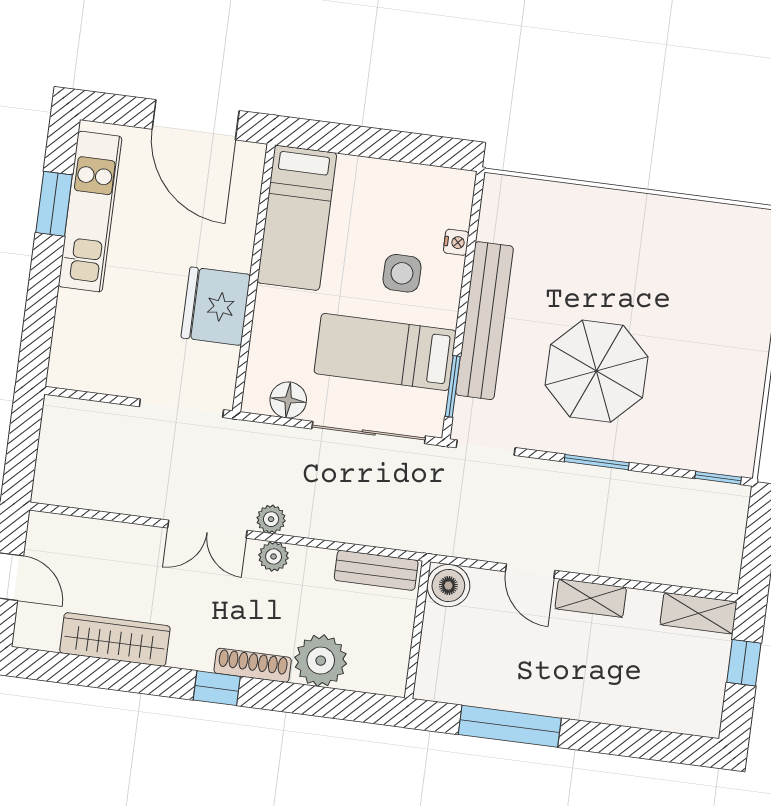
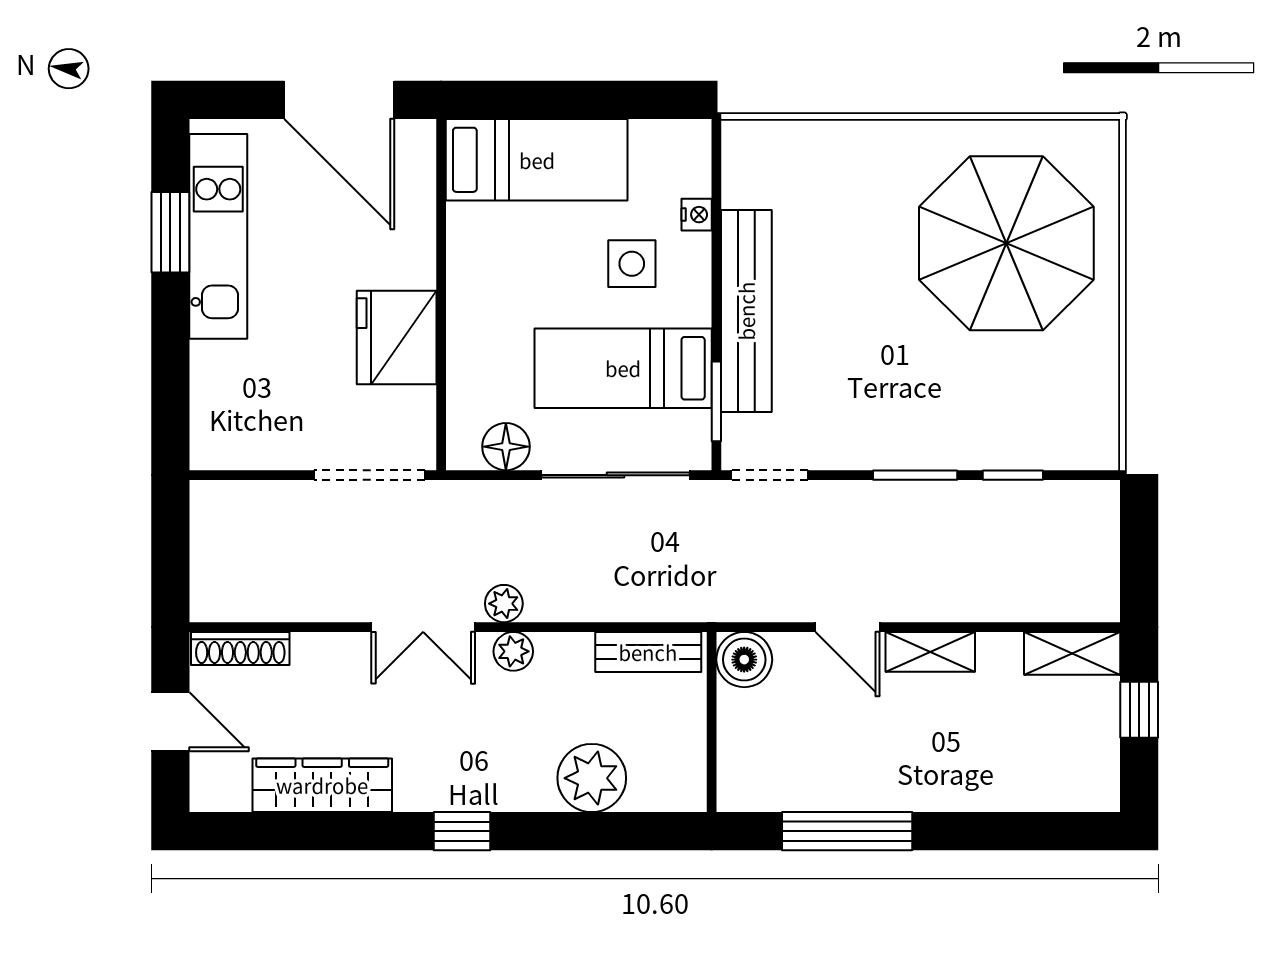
bed: (297, 218) -> (537, 160), moved, turned -90
parasol: (596, 371) -> (1006, 243), moved, width x1.36, depth x1.36
window: (718, 478) -> (1013, 475), moved
shoe rack: (253, 665) -> (240, 648), moved, turned 180

